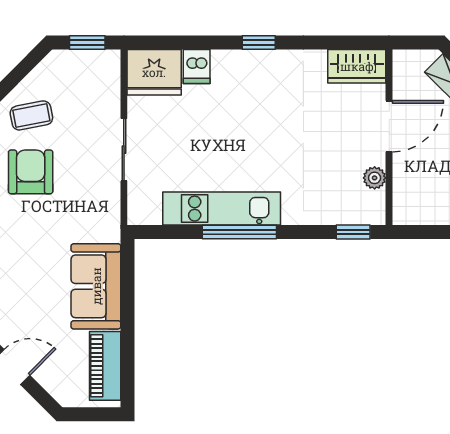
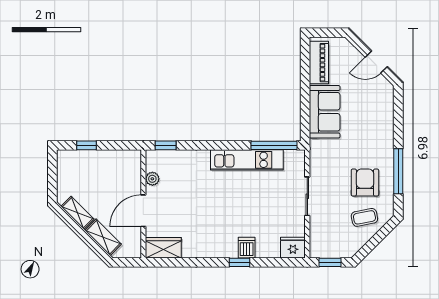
window: (259, 43) -> (239, 262), moved
dishwasher: (197, 67) -> (247, 248), moved
fridge: (154, 72) -> (293, 248), width x0.73, depth x0.75
armchair: (31, 172) -> (365, 182), turned 180
window: (239, 232) -> (274, 145), moved

